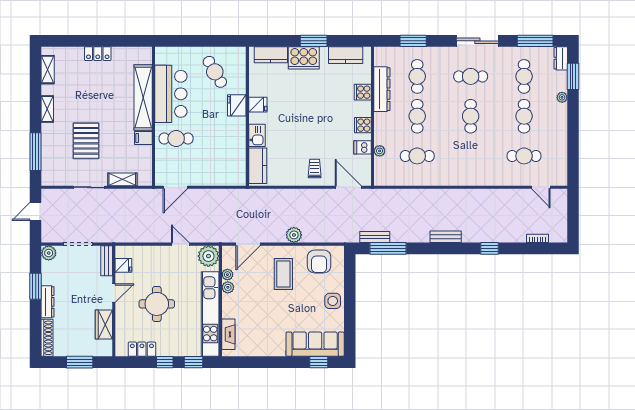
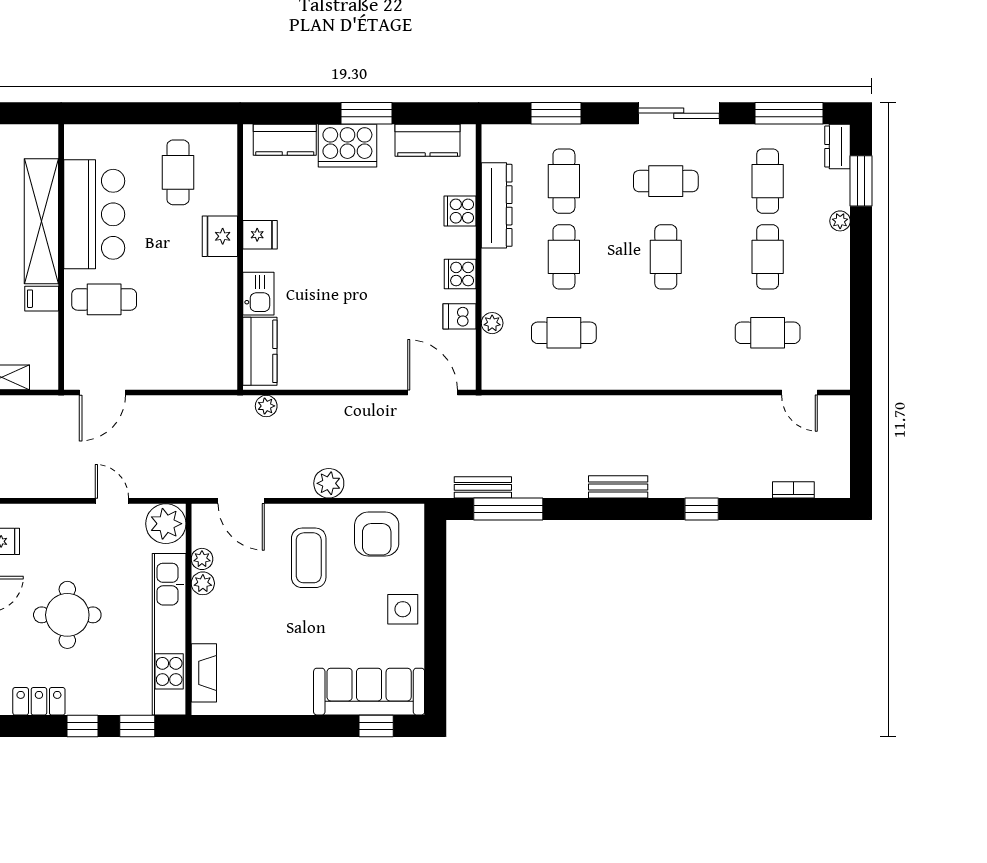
cafe table: (215, 72) -> (178, 172), turned 30
trolley: (315, 168) -> (368, 357), removed
plant: (261, 194) -> (266, 406), added
door: (248, 244) -> (241, 501), hinge flipped

